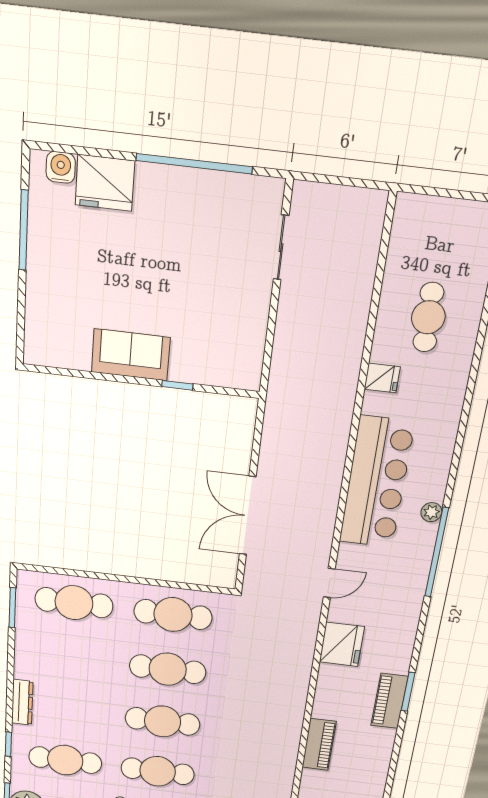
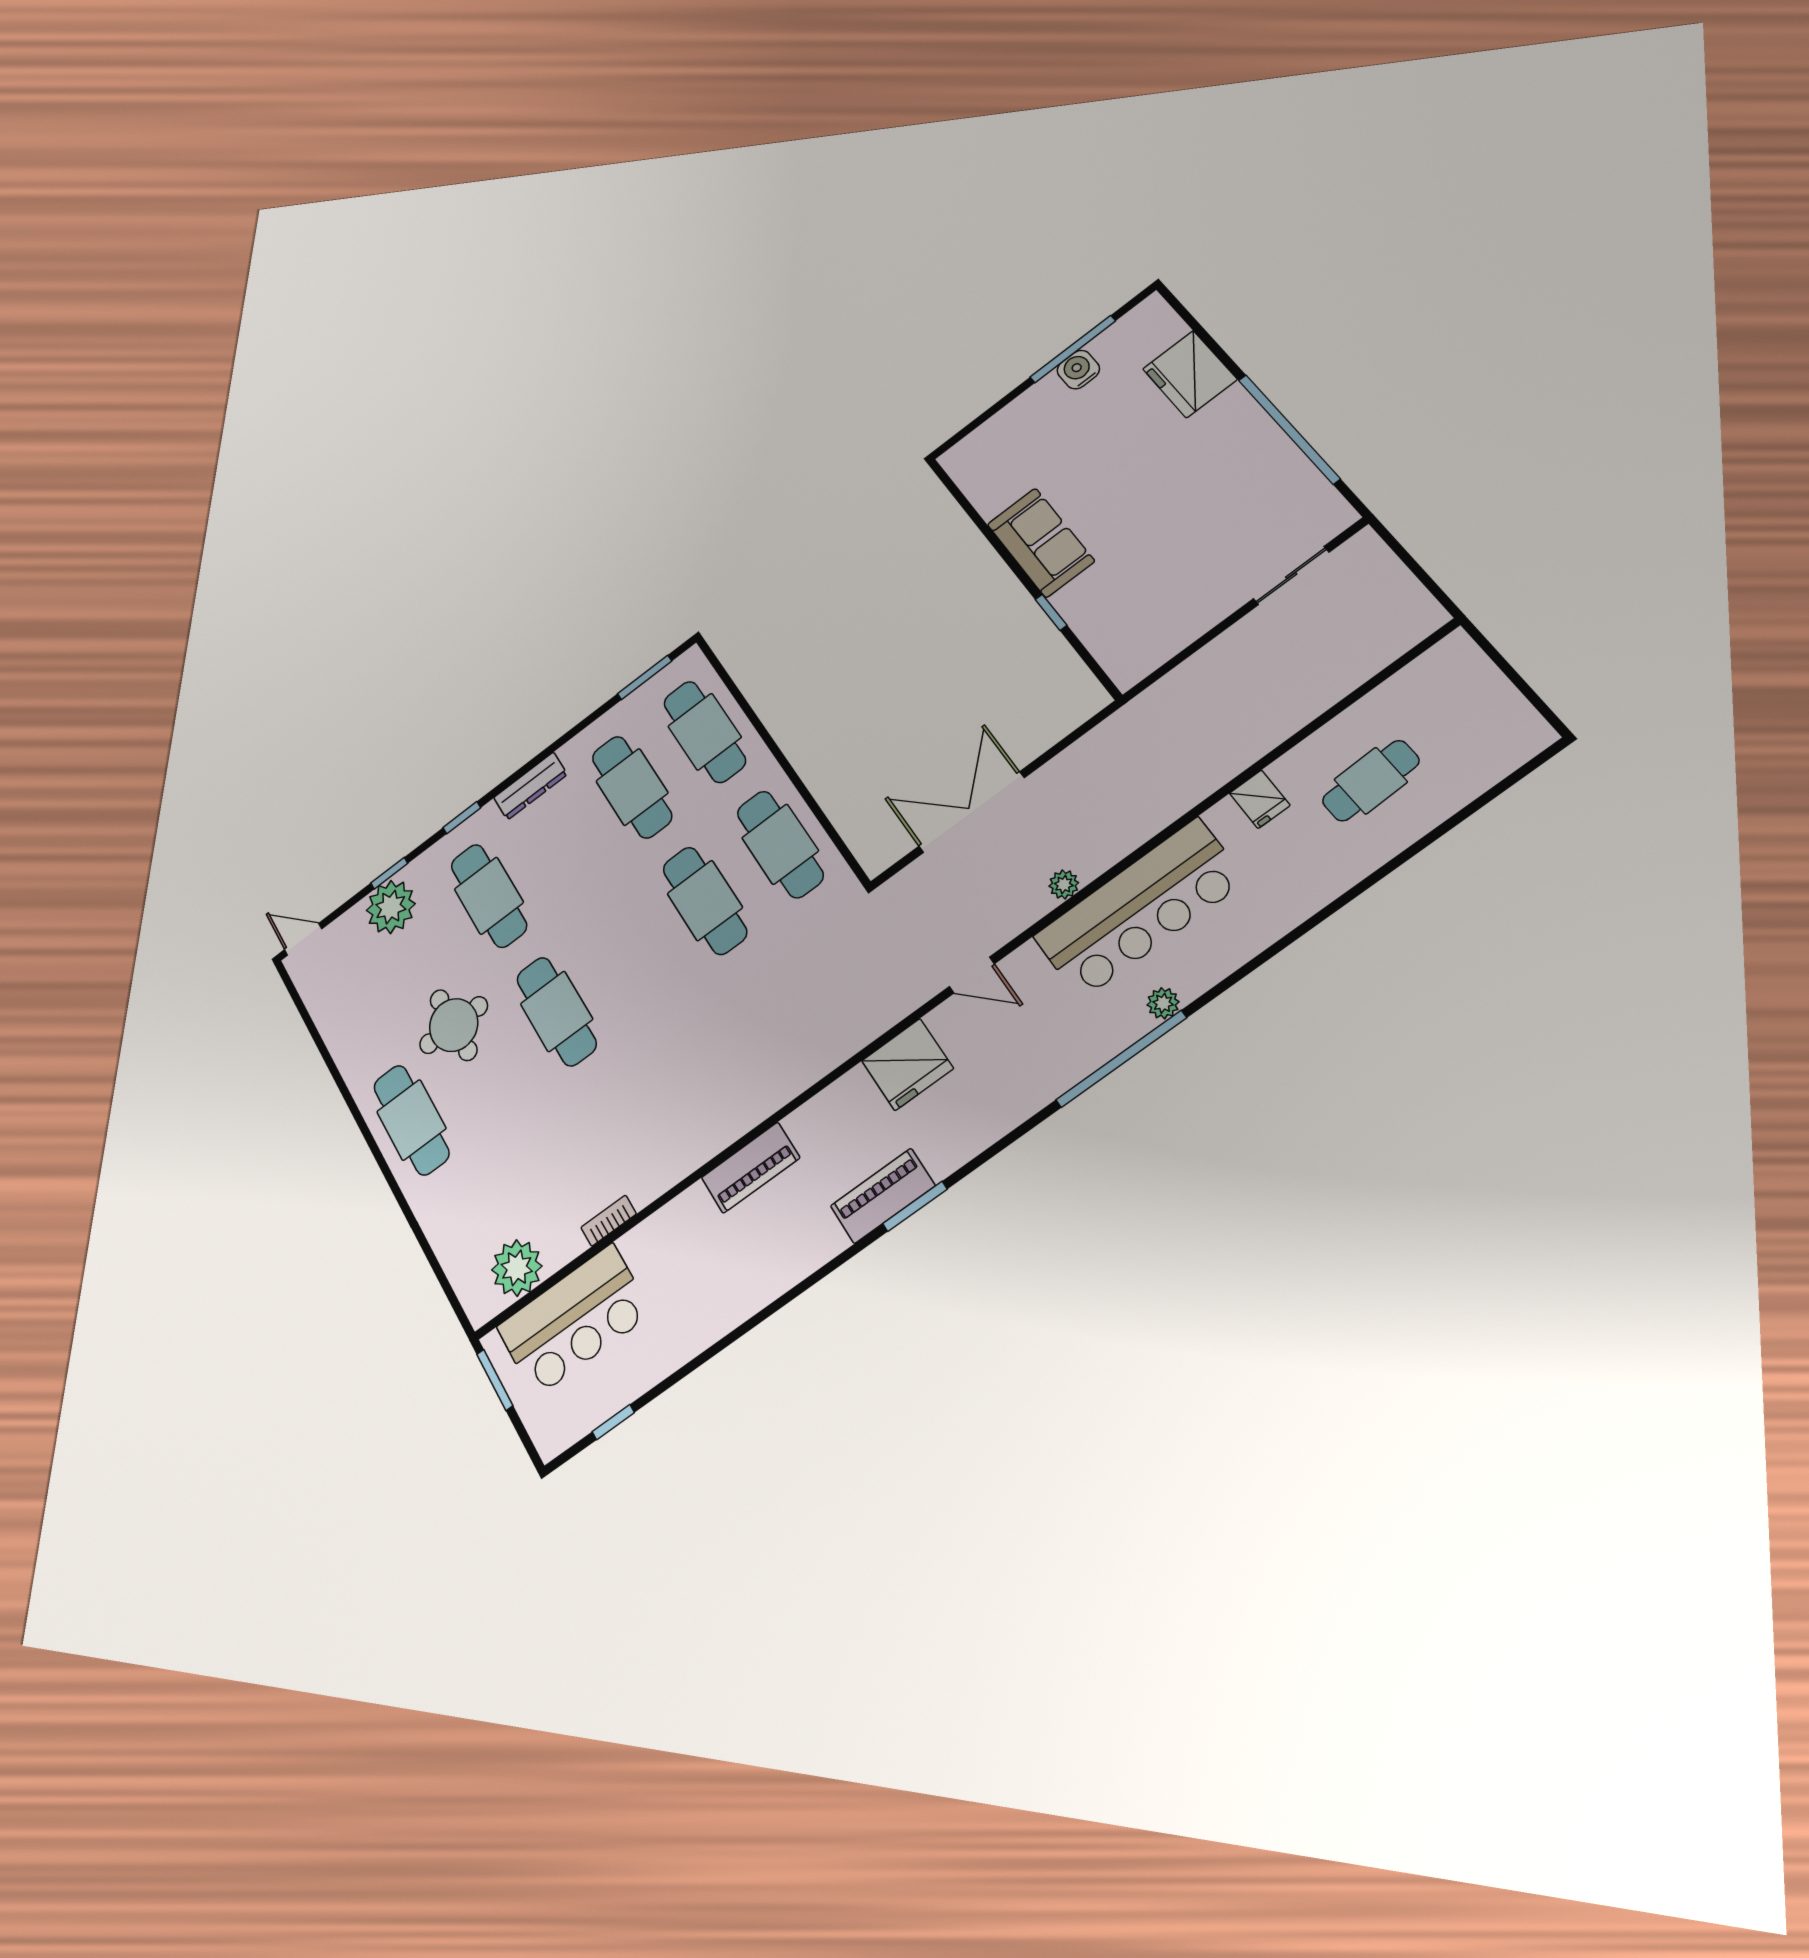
water cooler: (61, 167) -> (1078, 370), moved, turned -90
plant: (329, 505) -> (1064, 884), added
cafe table: (163, 721) -> (632, 787), moved

